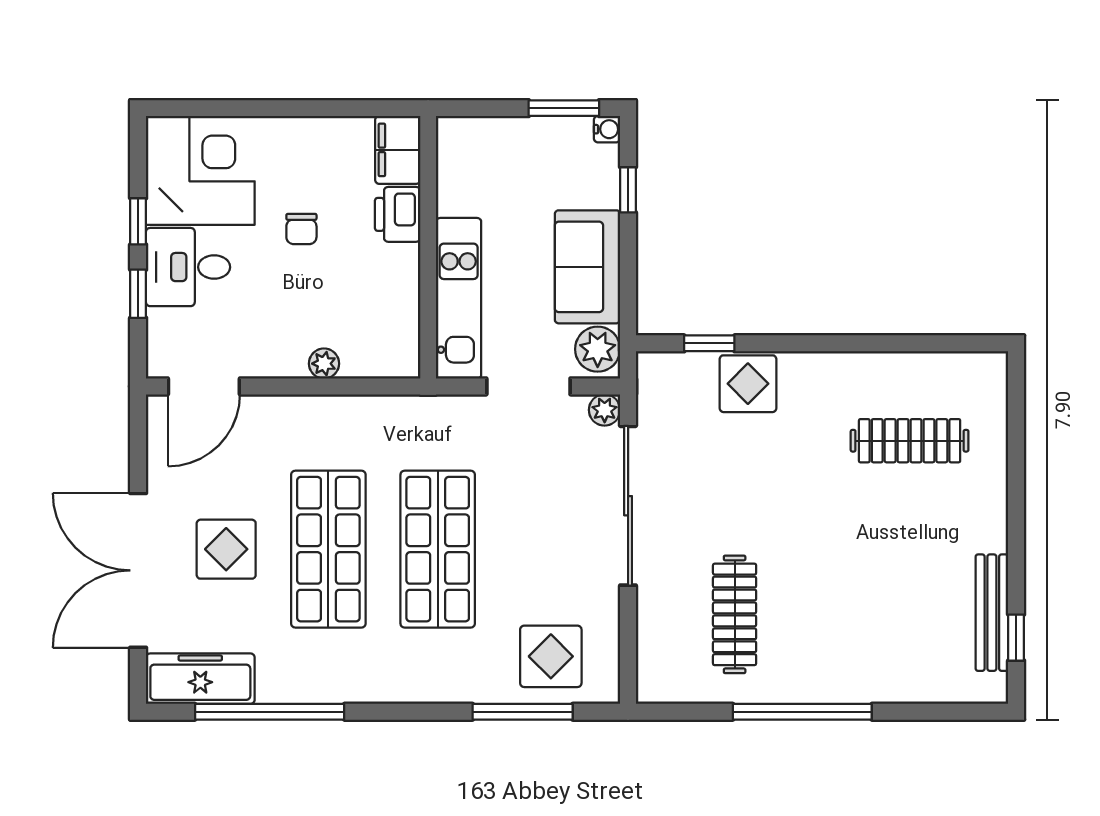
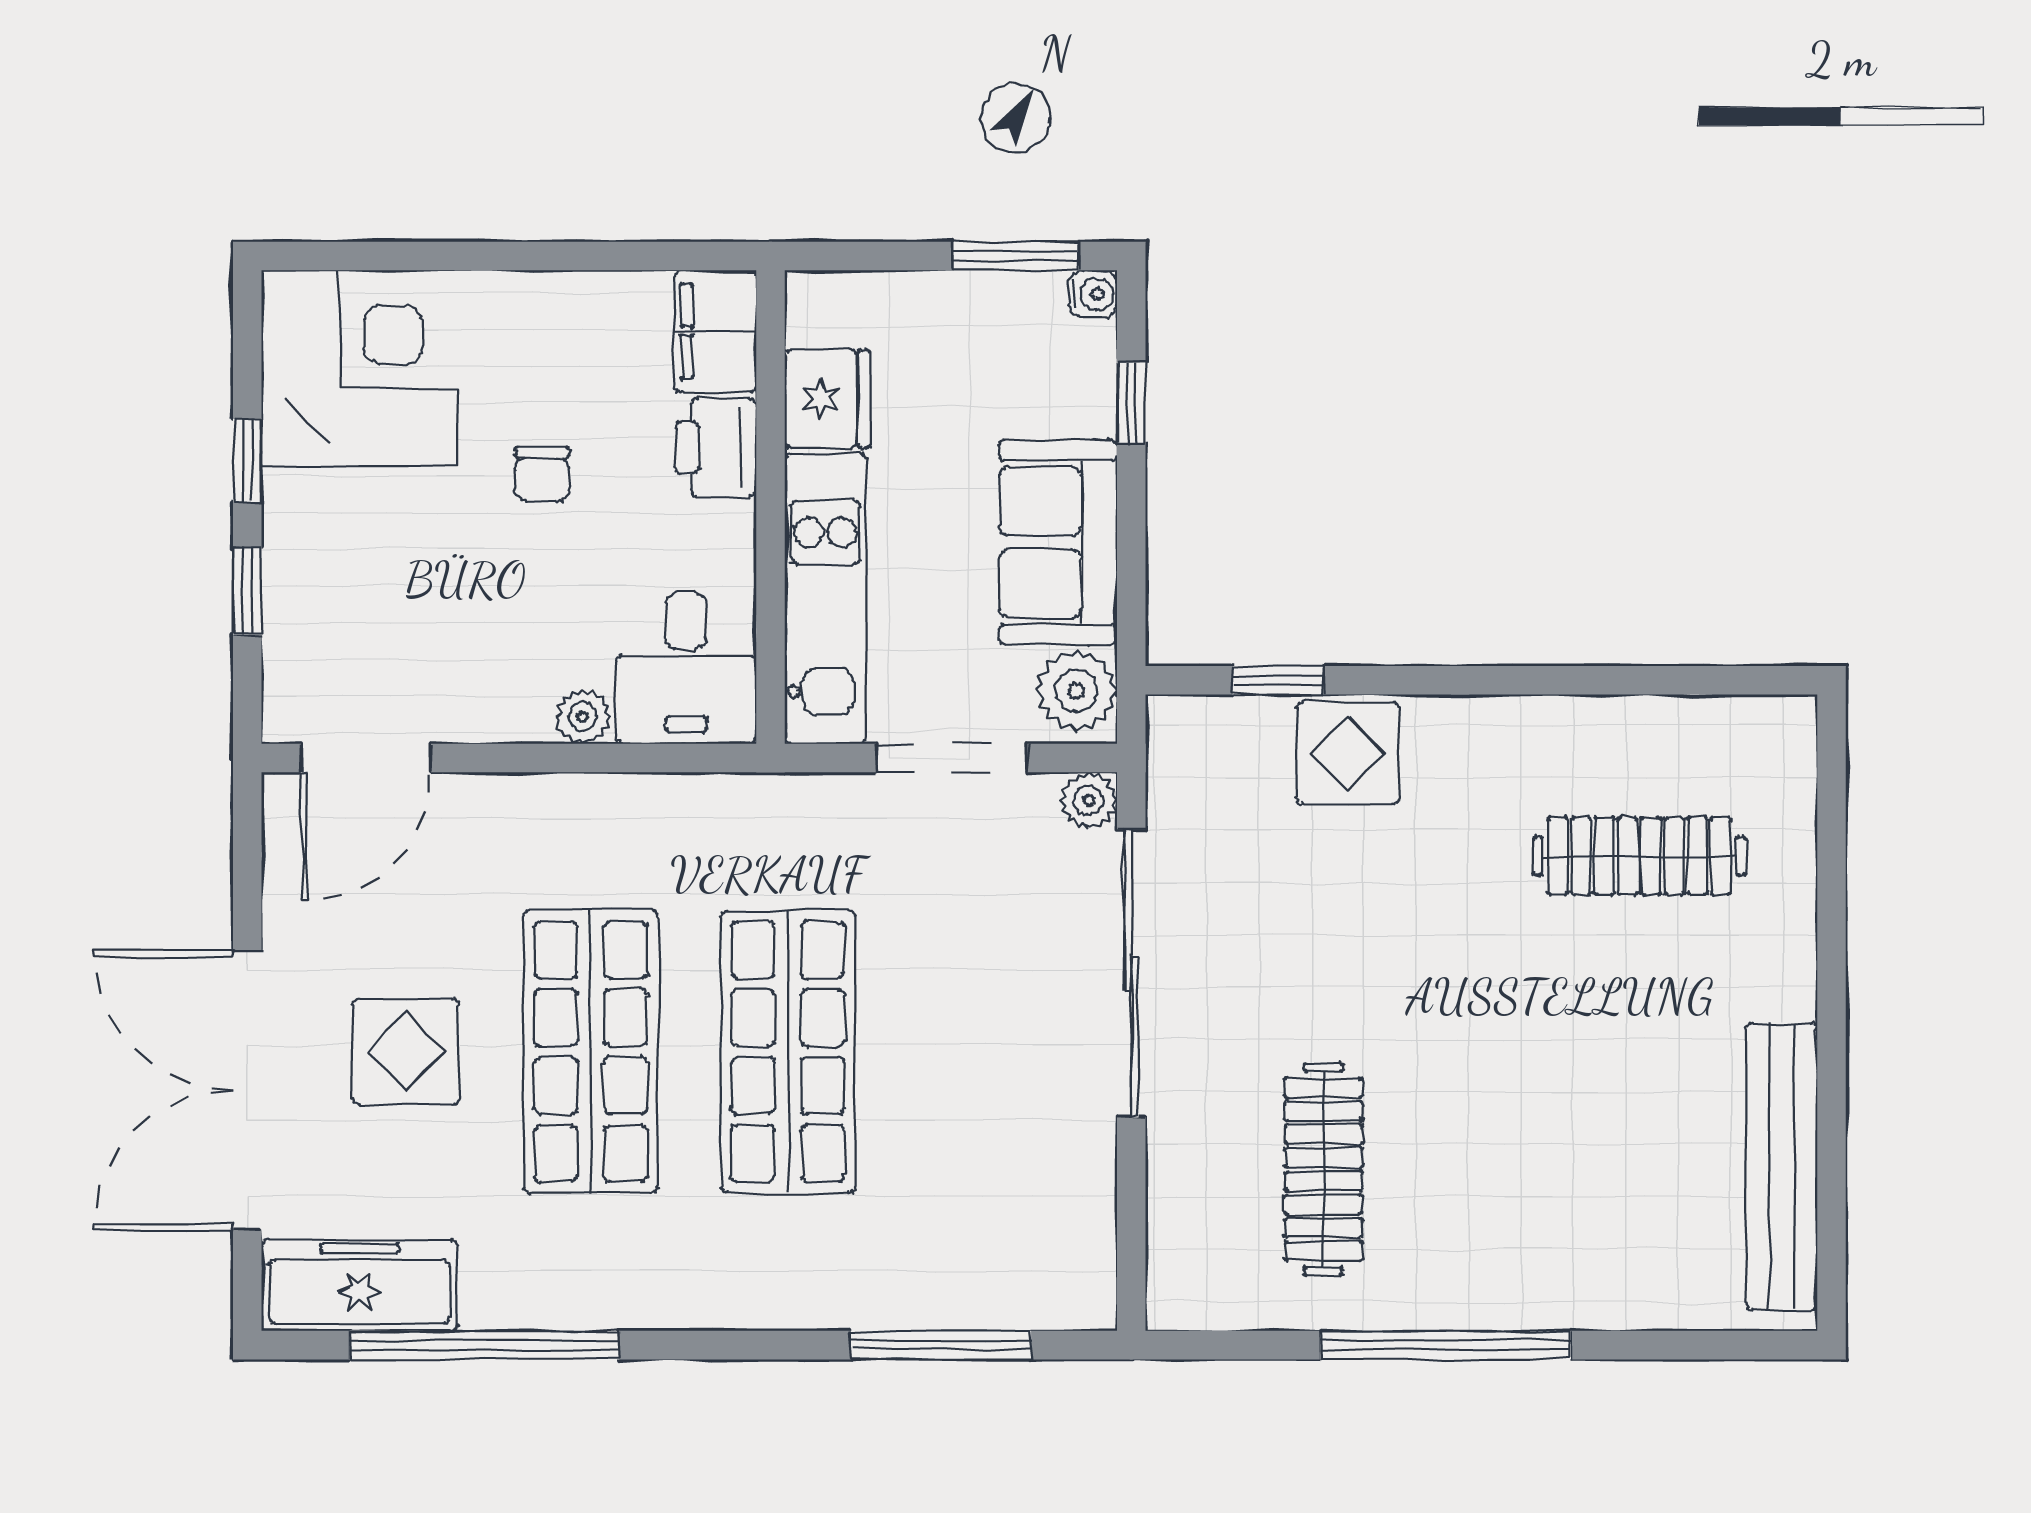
fridge: (460, 187) -> (827, 399), added
desk: (188, 267) -> (686, 668), moved, turned -90
bench: (992, 613) -> (1782, 1166), width x1.37, depth x1.21
window: (1016, 638) -> (1832, 1211), removed
display table: (551, 656) -> (992, 1245), removed

